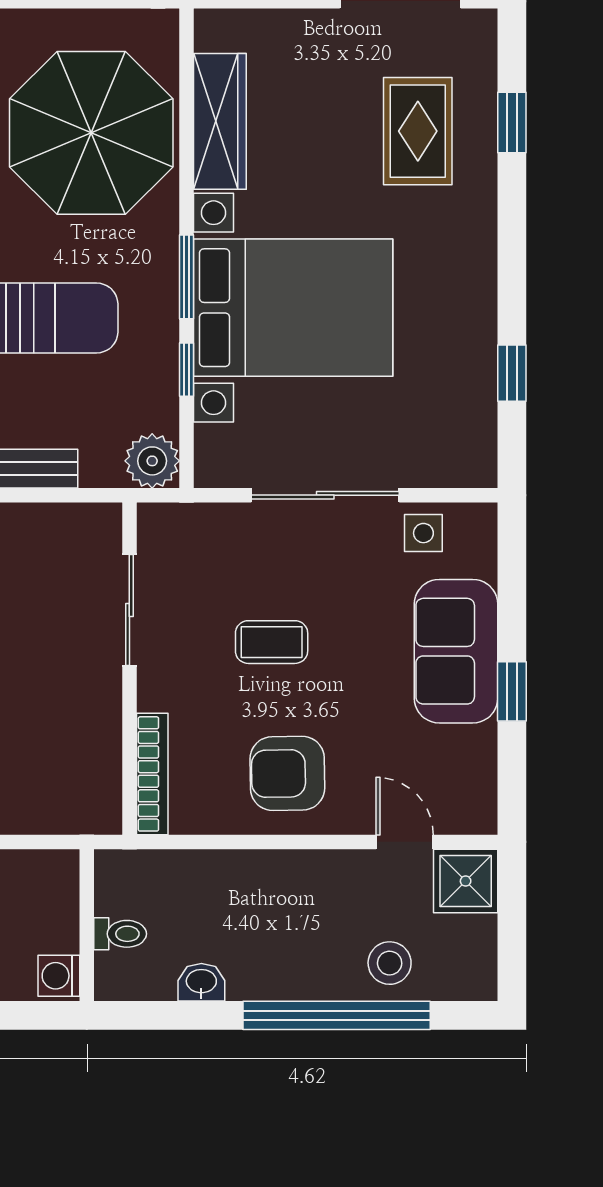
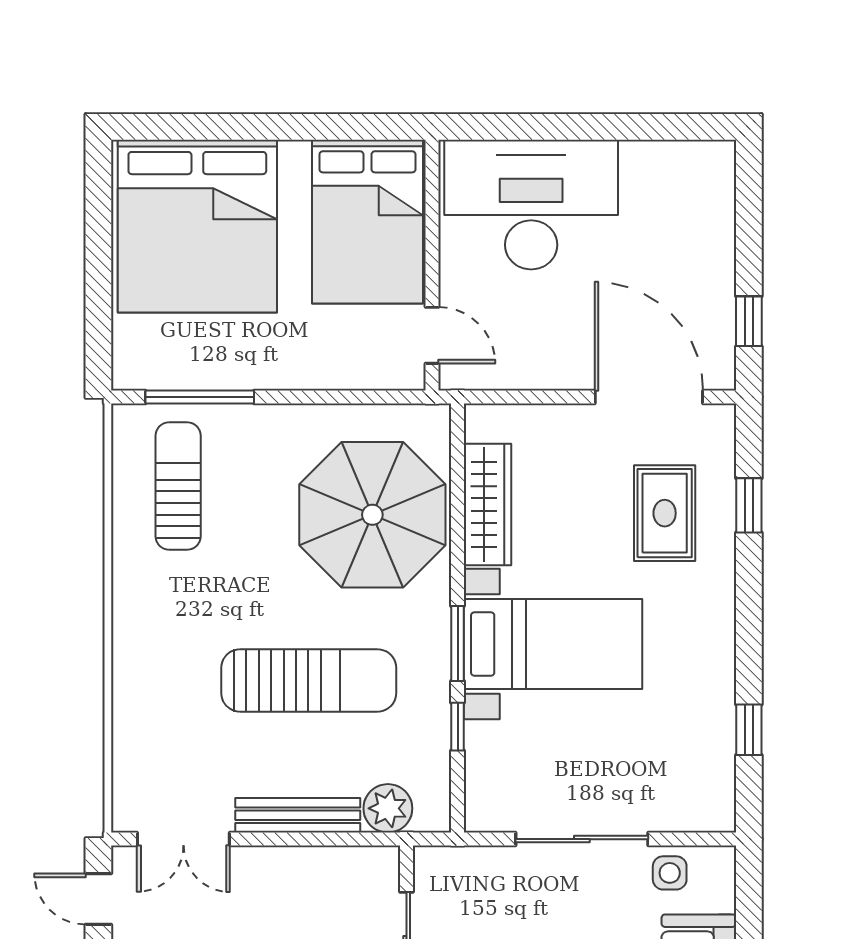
bed with nightstands: (293, 308) -> (553, 644), width x0.73
plant: (152, 461) -> (388, 808), moved

